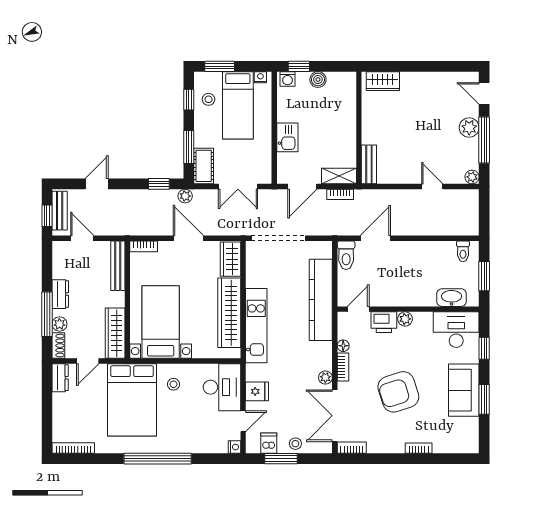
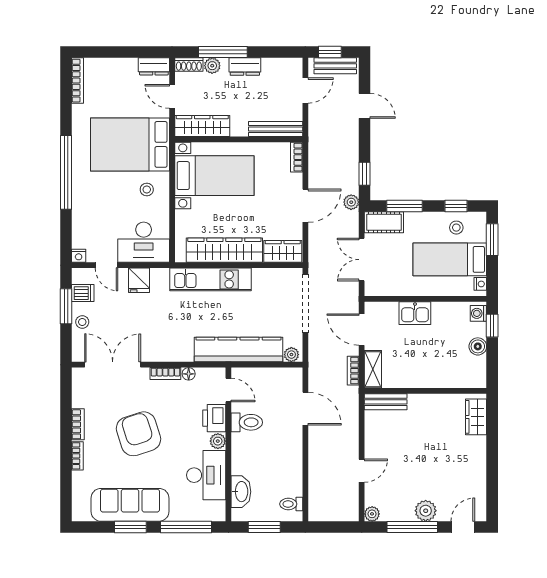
toilet: (346, 255) -> (247, 422), moved, turned 180
desk: (456, 330) -> (206, 475), moved
window: (484, 348) -> (186, 527), width x2.17
plant: (325, 378) -> (291, 355), moved
sofa: (464, 390) -> (130, 505), width x1.36
bookcase: (352, 448) -> (78, 424), moved

